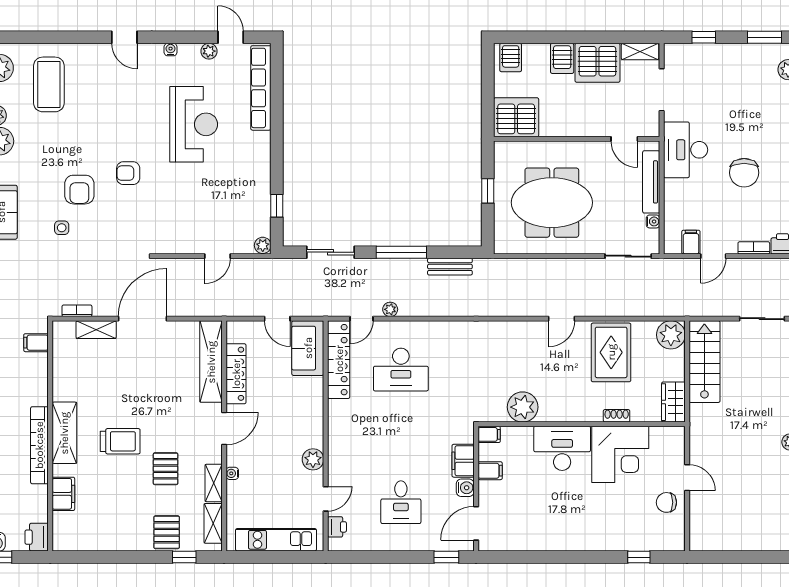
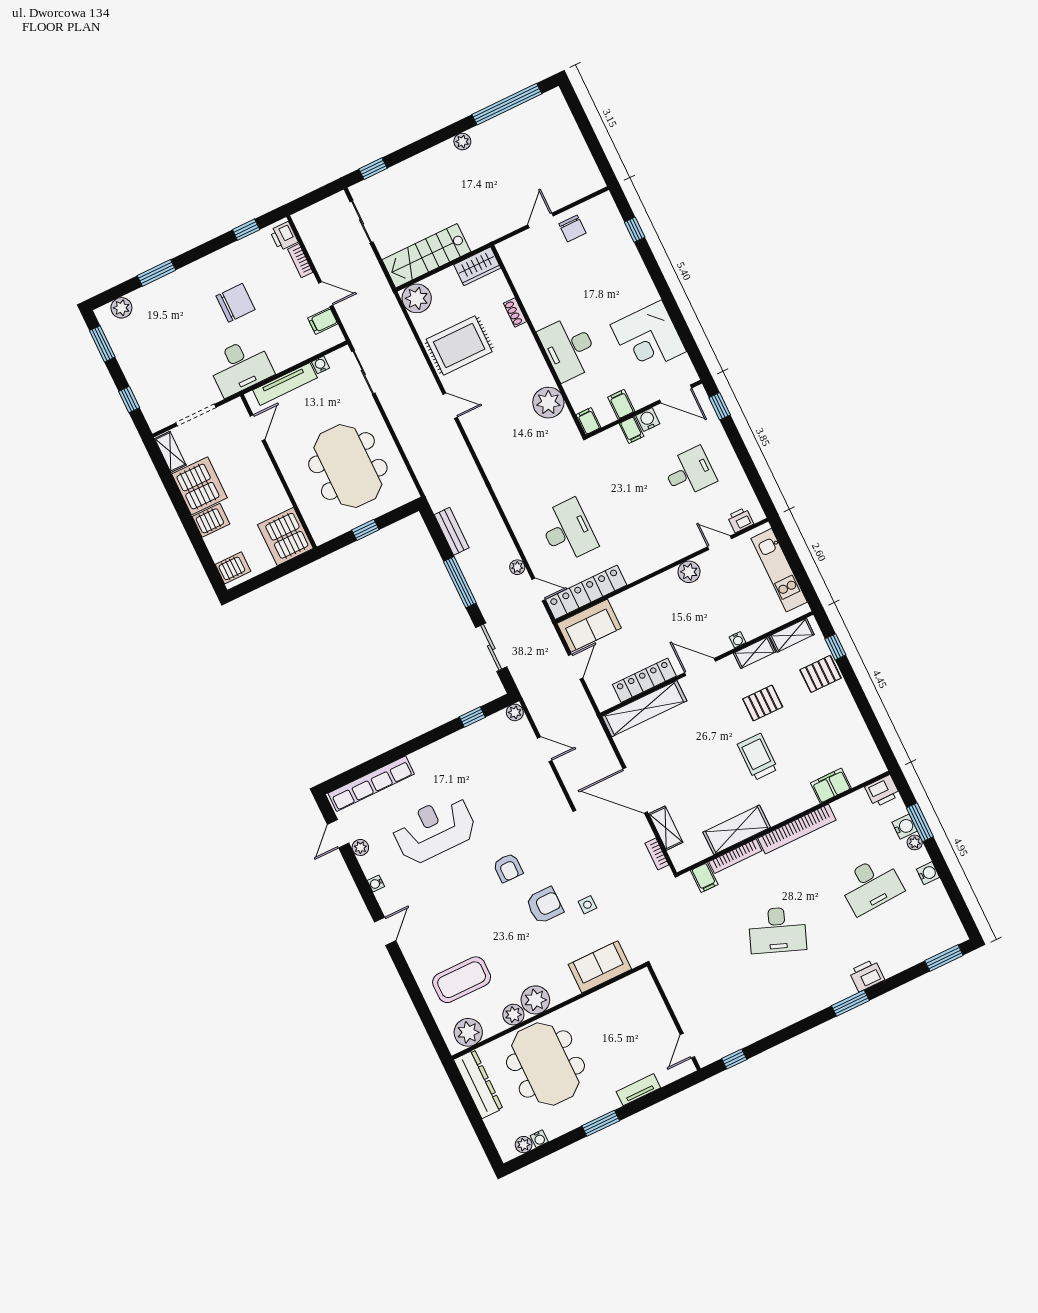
bookcase: (42, 379) -> (735, 856), added
shelving: (64, 433) -> (737, 830), moved
corner desk: (620, 454) -> (648, 338), moved, turned 180
filing cabinet: (463, 461) -> (632, 430), width x0.50

